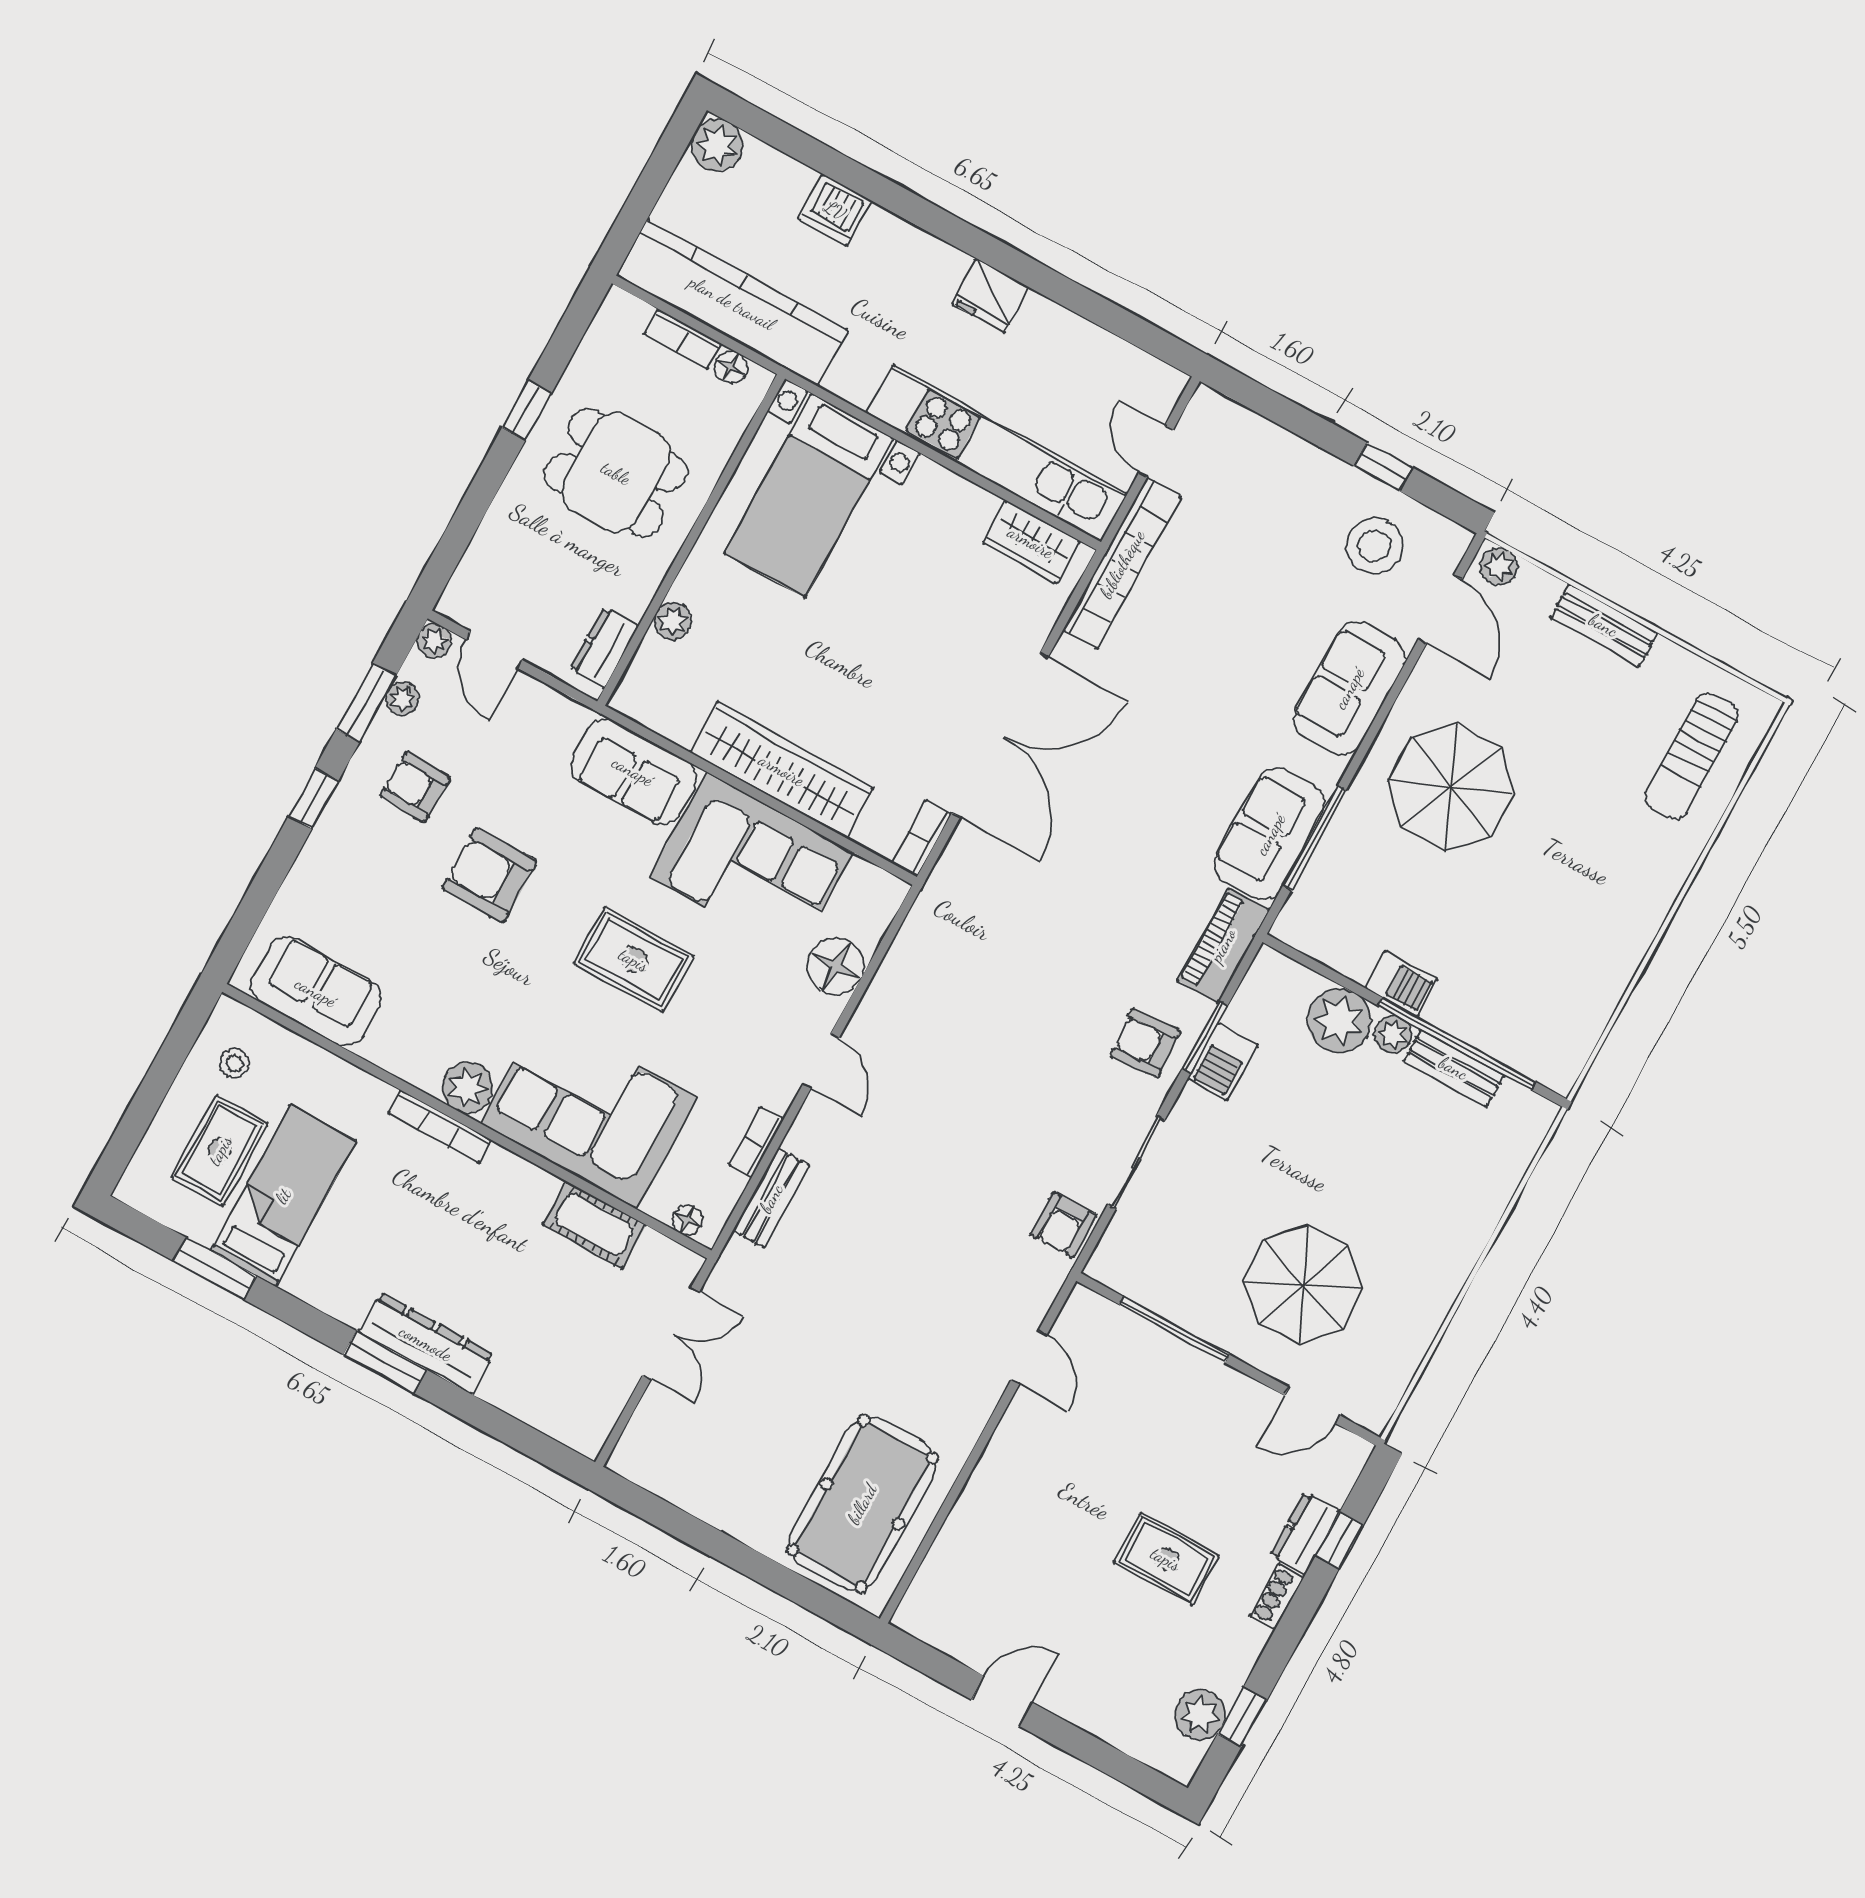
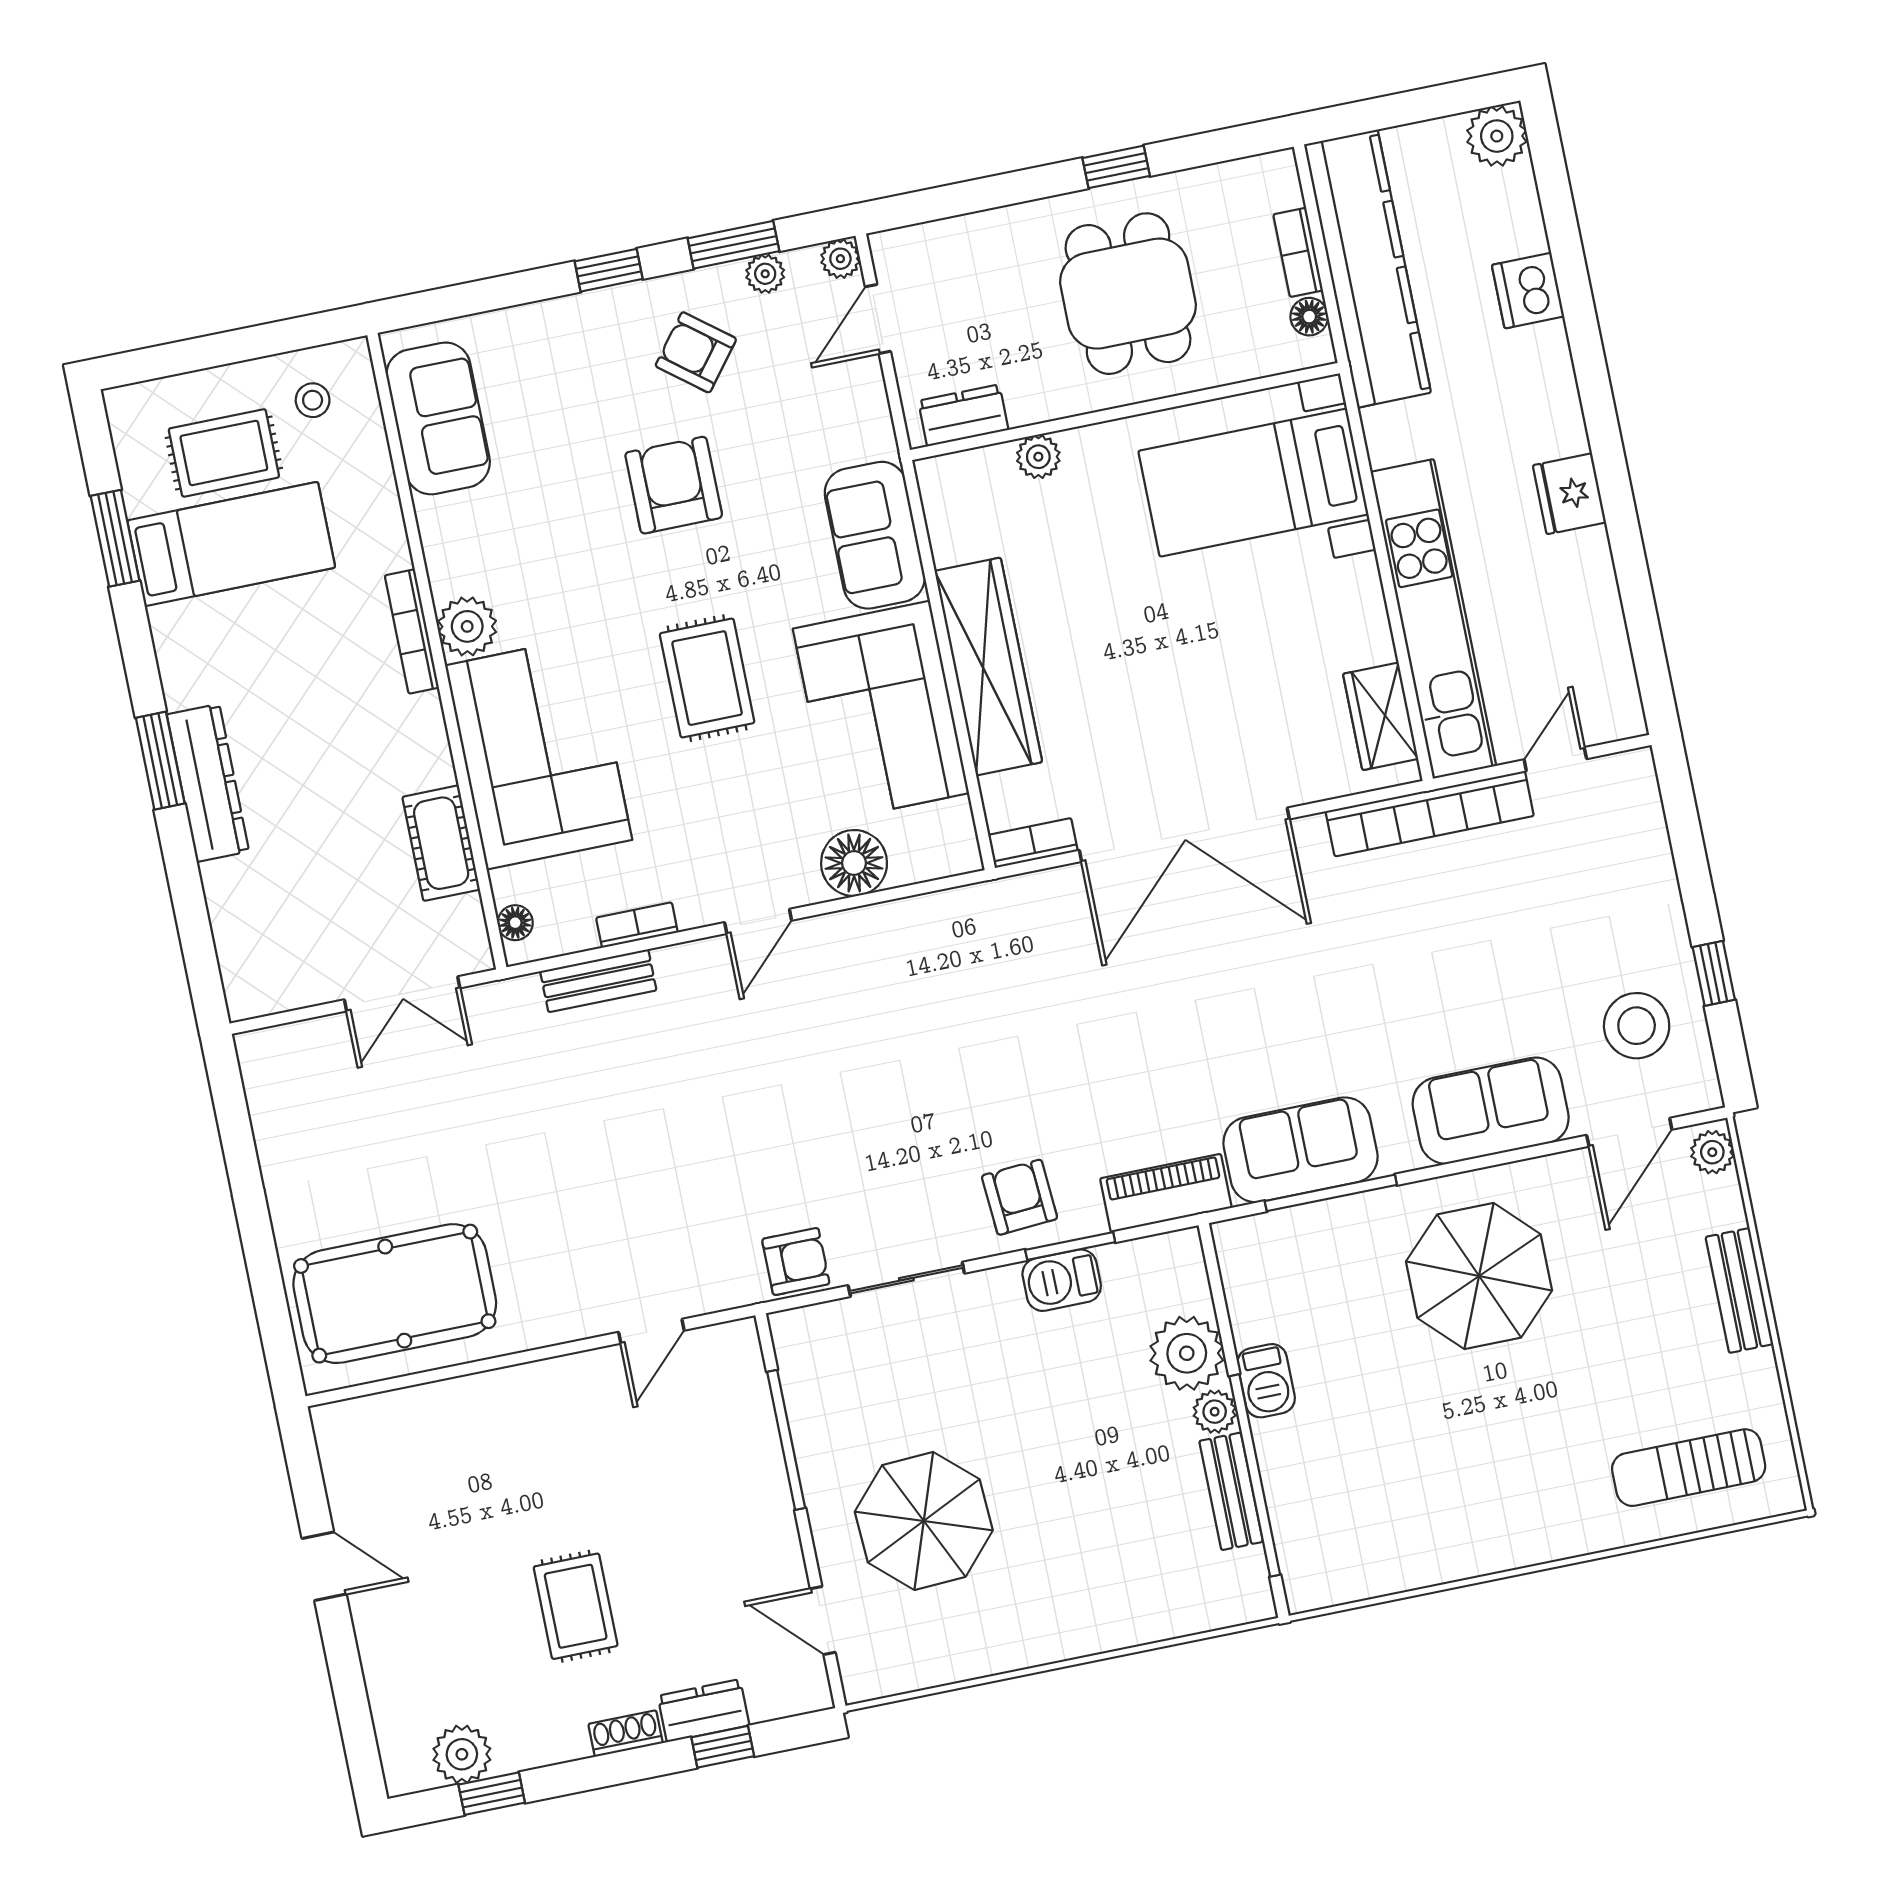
armchair: (415, 787) -> (696, 352), turned -54
armchair: (1063, 1225) -> (796, 1262), turned 180

